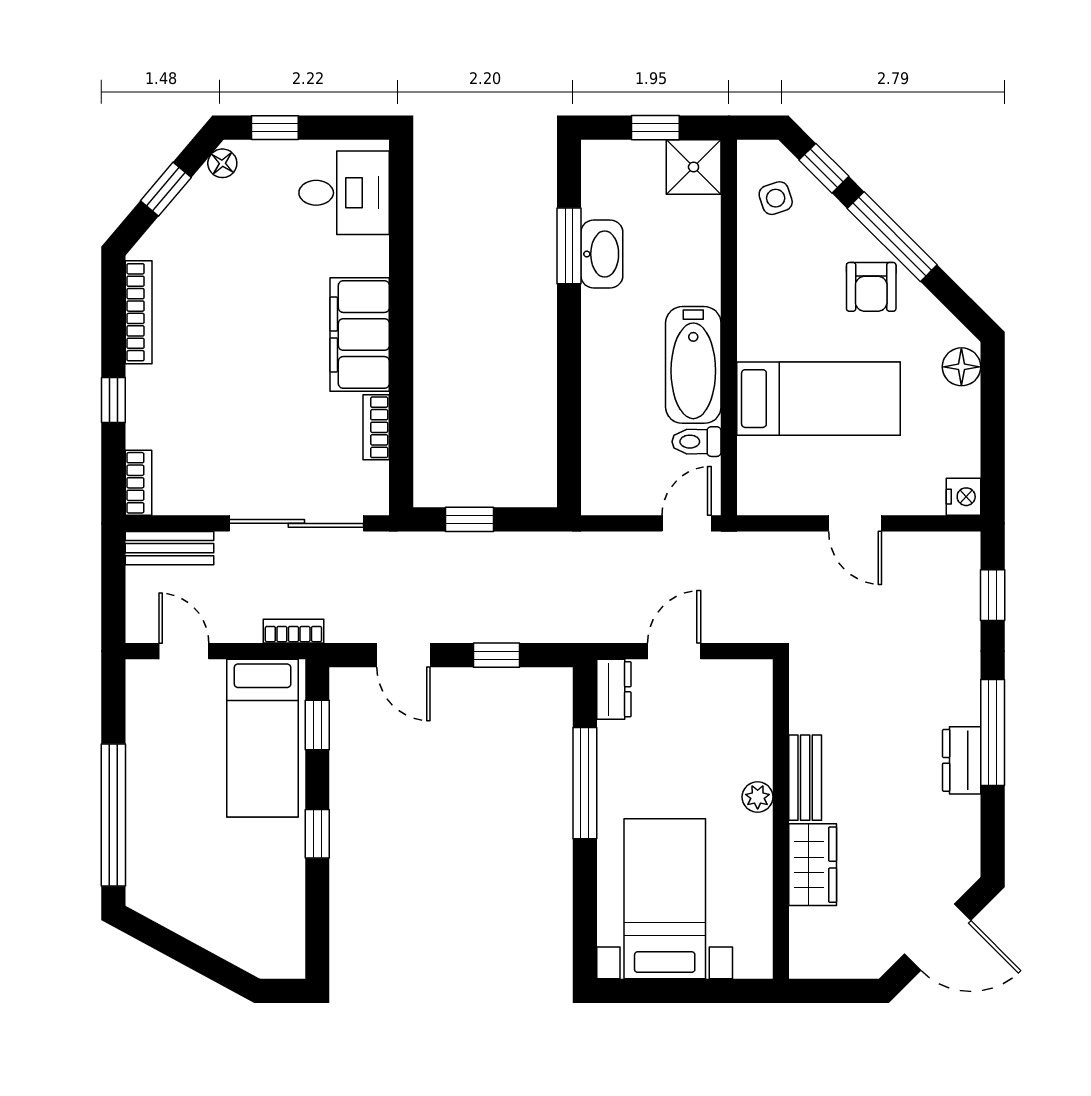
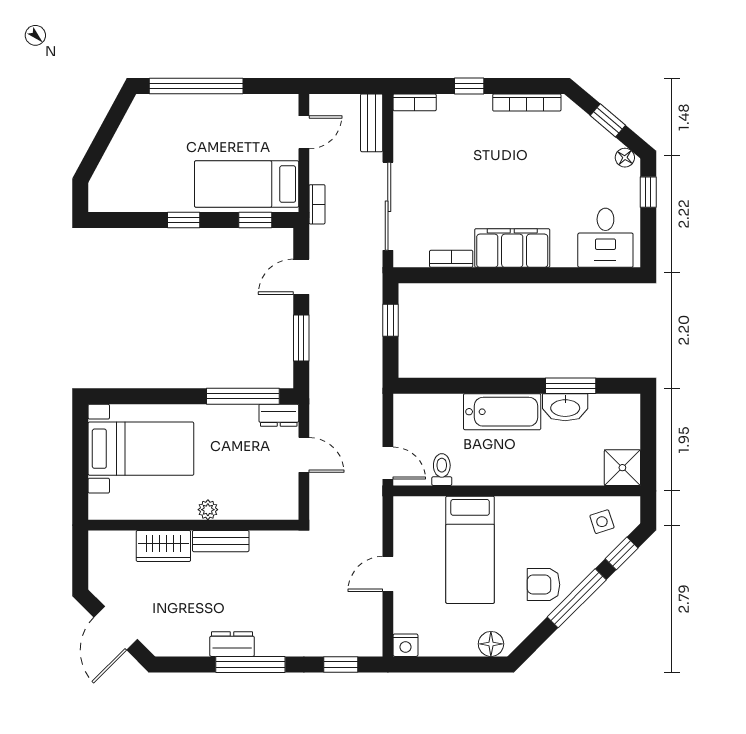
window: (655, 128) -> (648, 442), removed
bathtub: (693, 365) -> (502, 412), moved, turned 180
window: (497, 655) -> (301, 338), width x1.50
window: (585, 783) -> (243, 396), moved

